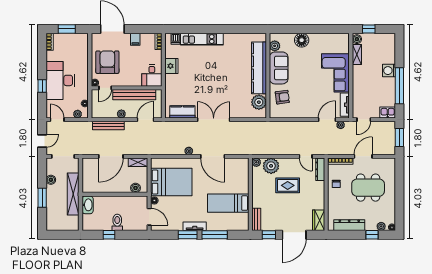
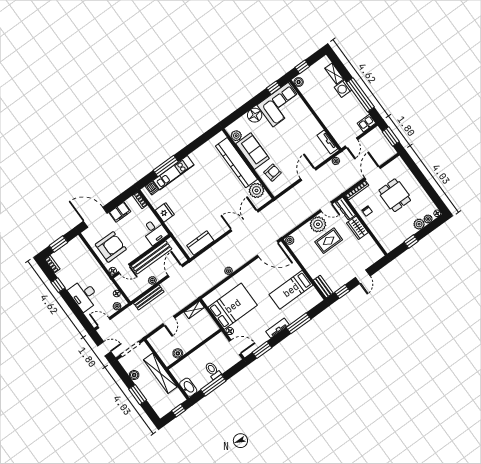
window: (200, 29) -> (166, 166), added
window: (333, 29) -> (274, 88), added
filing cabinet: (135, 39) -> (120, 212), width x2.00
shelving: (357, 55) -> (334, 74), moved
armchair: (107, 62) -> (111, 247), turned 90
corner sofa: (335, 73) -> (281, 105), moved, turned -90
desk: (60, 80) -> (84, 295), width x0.73, depth x0.77
window: (42, 86) -> (58, 285), moved
door: (105, 88) -> (124, 269), hinge flipped
double door: (214, 120) -> (244, 221), moved
door: (327, 120) -> (308, 174), moved
door: (42, 141) -> (104, 349), hinge flipped
door: (111, 156) -> (169, 321), width x0.53
door: (213, 156) -> (268, 249), moved
plant: (271, 166) -> (318, 224), moved
boiler: (135, 188) -> (178, 353), moved
dining table: (368, 188) -> (395, 195), width x0.73
washbasin: (88, 205) -> (188, 387), moved
wardrobe: (319, 220) -> (357, 228), moved
dresser: (349, 225) -> (402, 237), removed
plant: (371, 225) -> (419, 224), added
window: (66, 235) -> (178, 411), added
window: (109, 235) -> (213, 385), width x2.17
window: (188, 235) -> (262, 350), moved
door: (294, 235) -> (363, 277), width x0.53
window: (372, 235) -> (411, 241), moved

